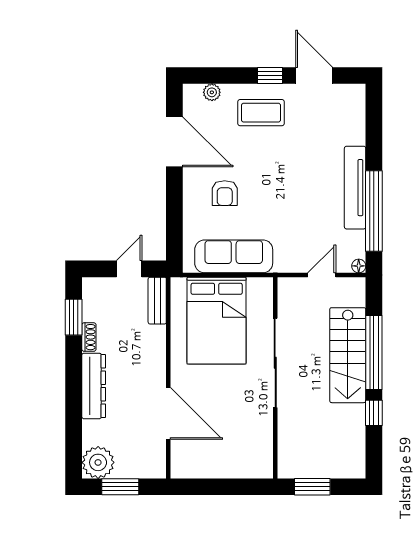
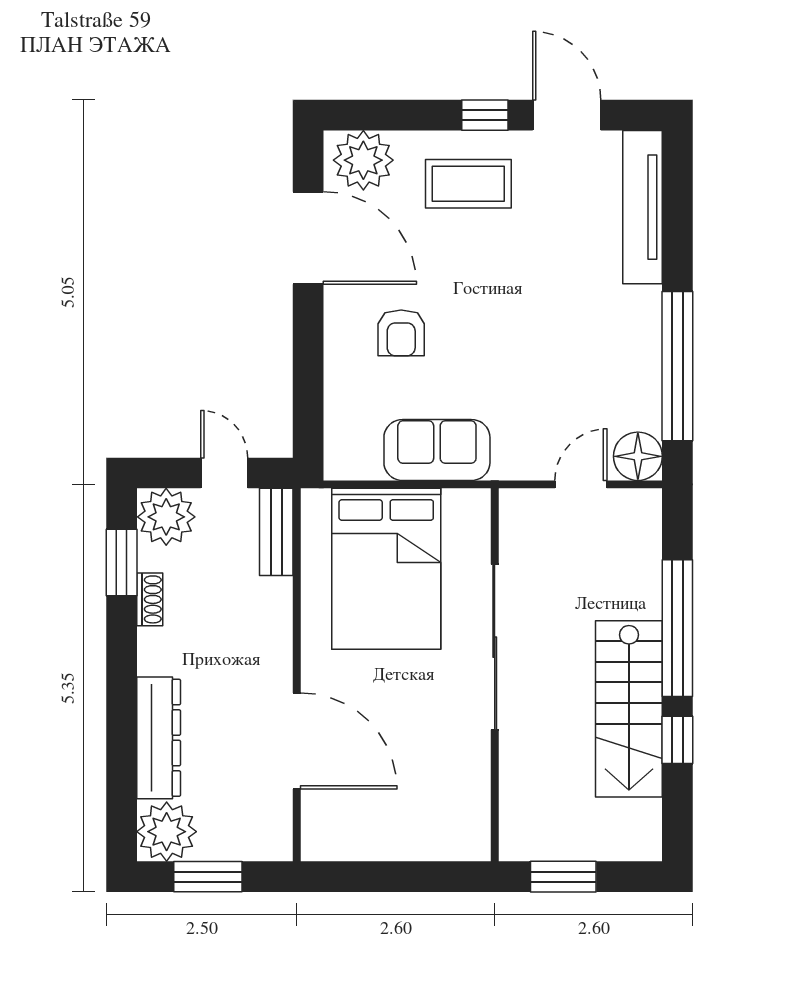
plant: (212, 92) -> (363, 160), width x1.87, depth x1.87
tv unit: (355, 188) -> (643, 207), moved
sofa: (234, 256) -> (437, 450), width x0.73
floor lamp: (359, 266) -> (638, 456), width x1.89, depth x1.89
door: (129, 269) -> (224, 473), hinge flipped
plant: (98, 292) -> (166, 517), added
stairs: (348, 355) -> (629, 709), moved
dresser: (94, 386) -> (159, 738), moved

